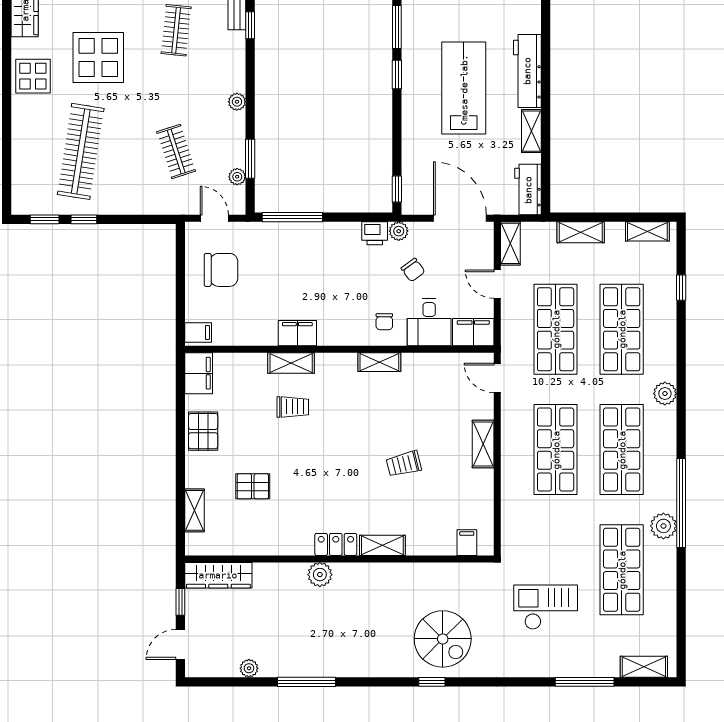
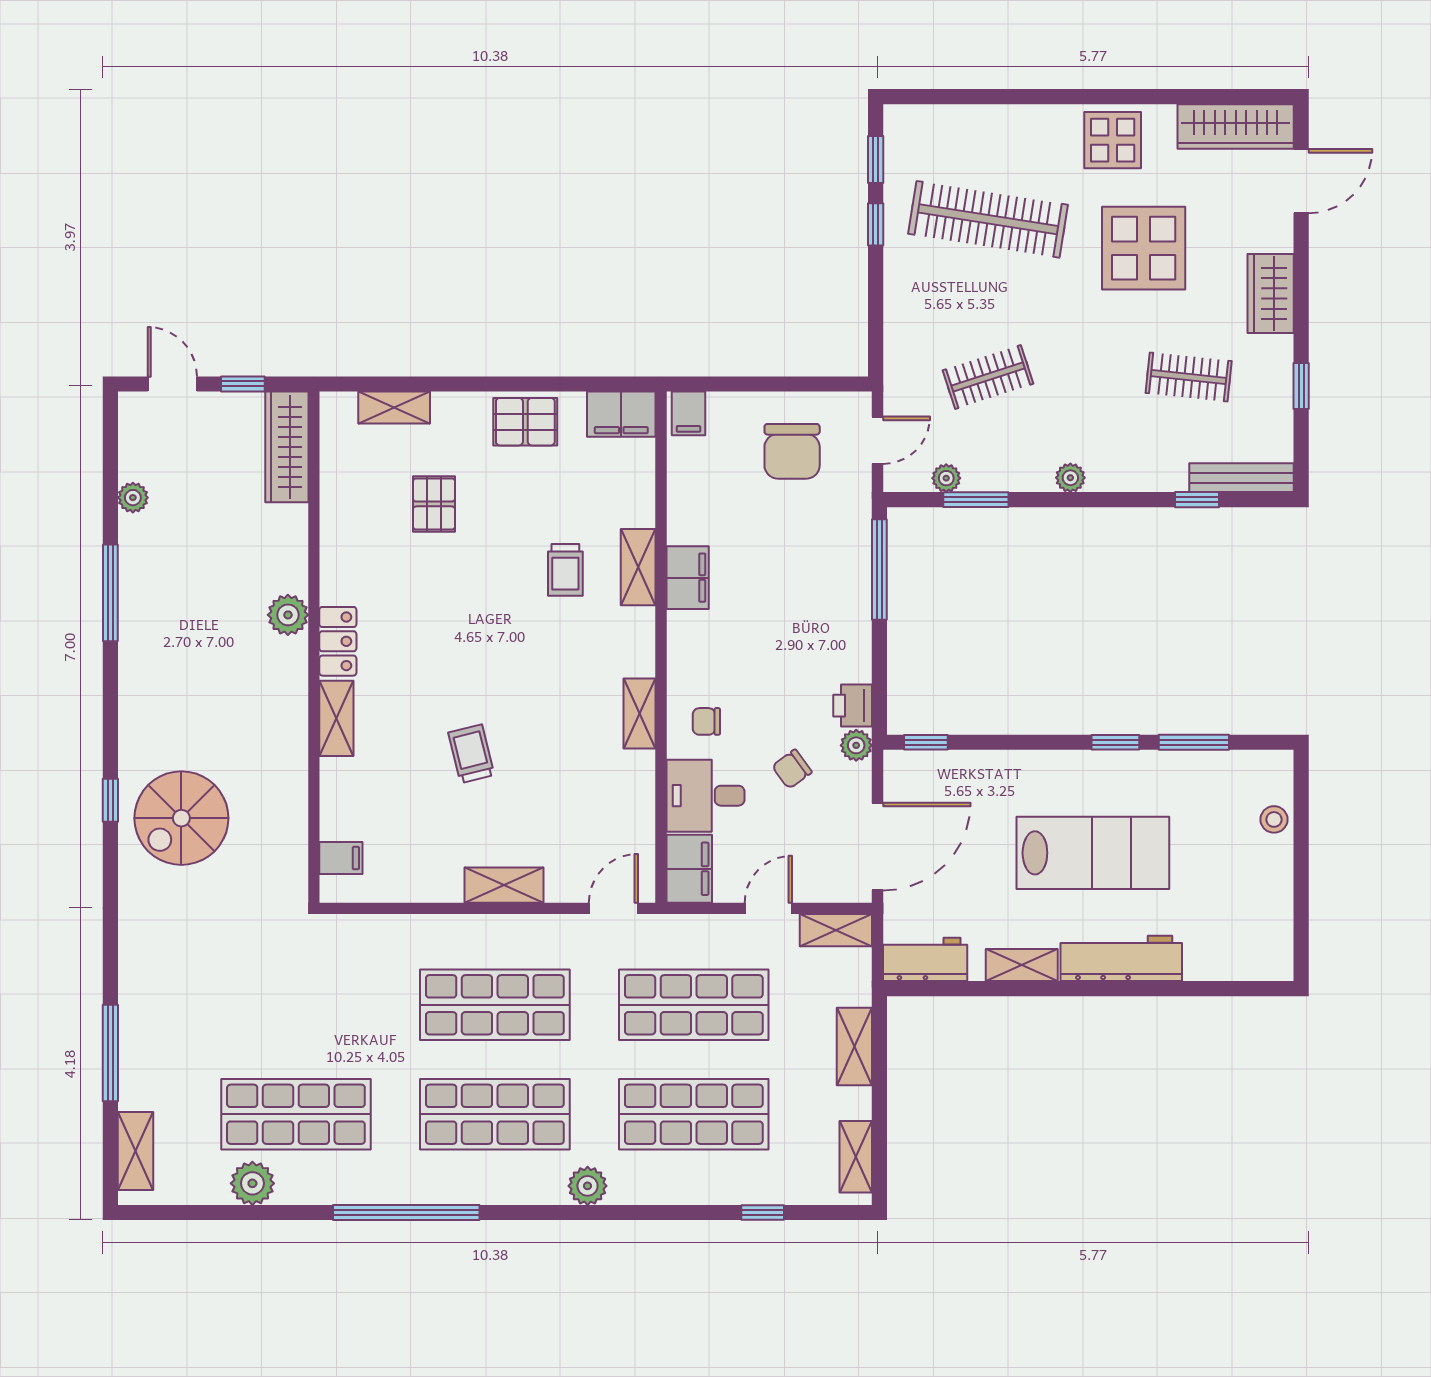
plant: (663, 526) -> (252, 1183), moved
checkout: (546, 607) -> (234, 988), removed

